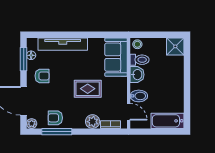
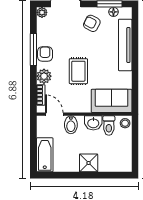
shower: (175, 46) -> (89, 163), moved
armchair: (42, 76) -> (92, 23), turned 117
door: (129, 112) -> (54, 114), swing flipped
armchair: (55, 118) -> (45, 54), moved
window: (57, 132) -> (33, 50), moved

